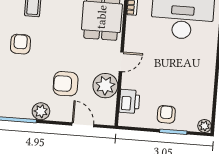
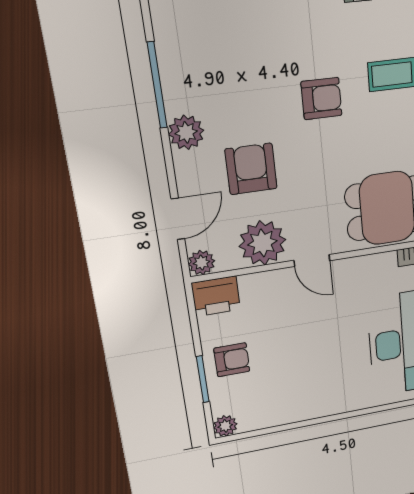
armchair: (20, 44) -> (321, 99), moved
printer: (129, 101) -> (216, 296), moved
plant: (108, 118) -> (202, 263), added

